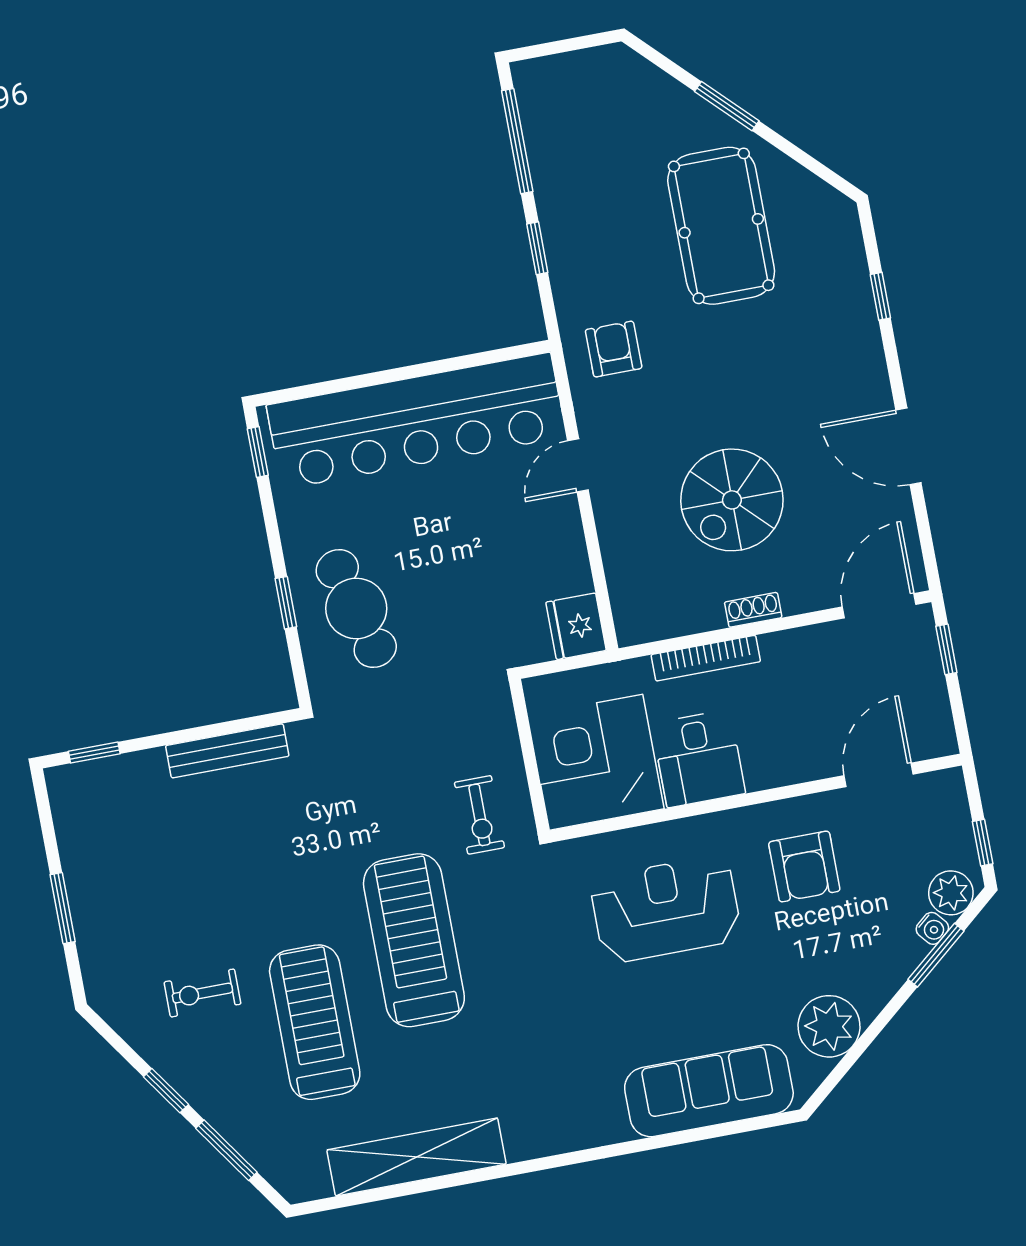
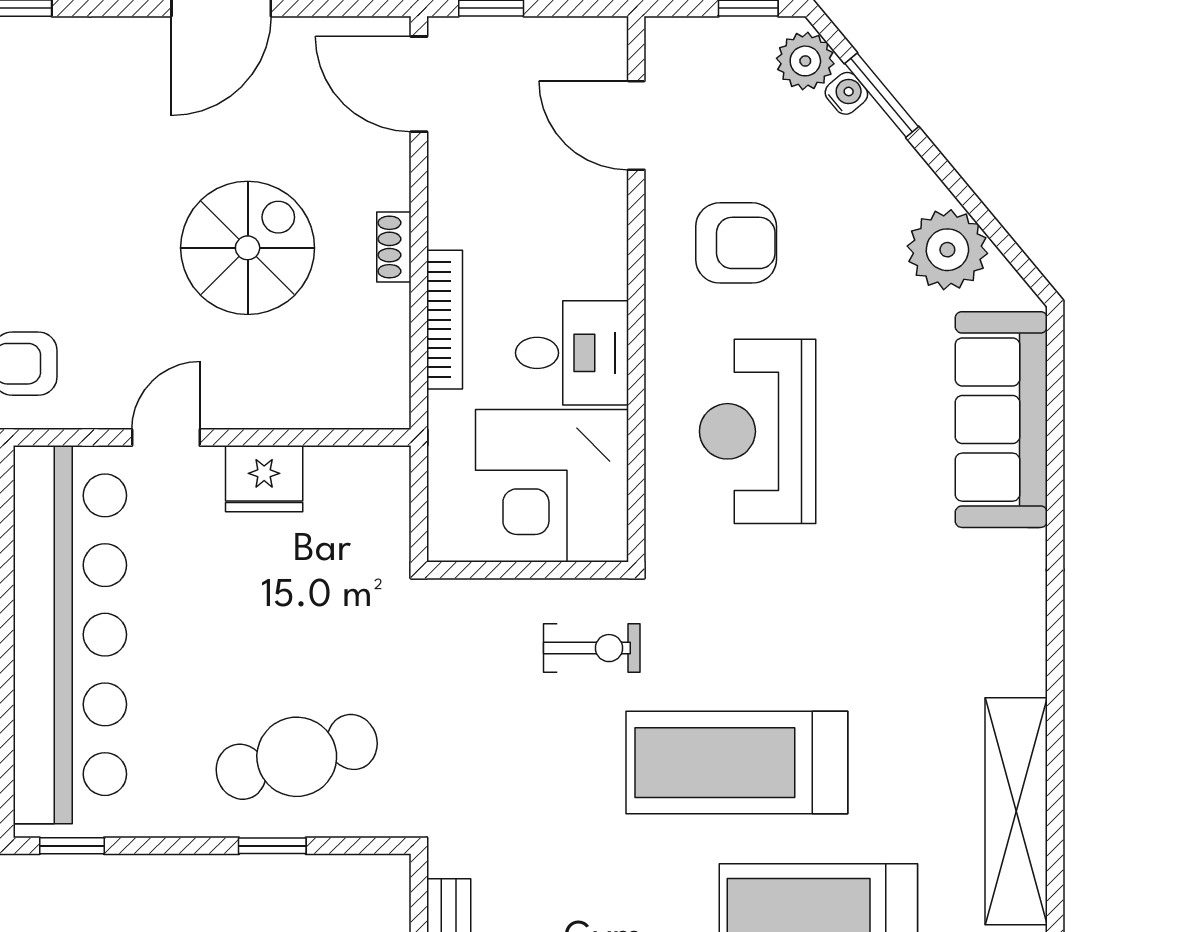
door: (578, 465) -> (166, 438), swing flipped
spiral stairs: (732, 500) -> (248, 248), turned -90
fridge: (576, 626) -> (264, 479), moved

